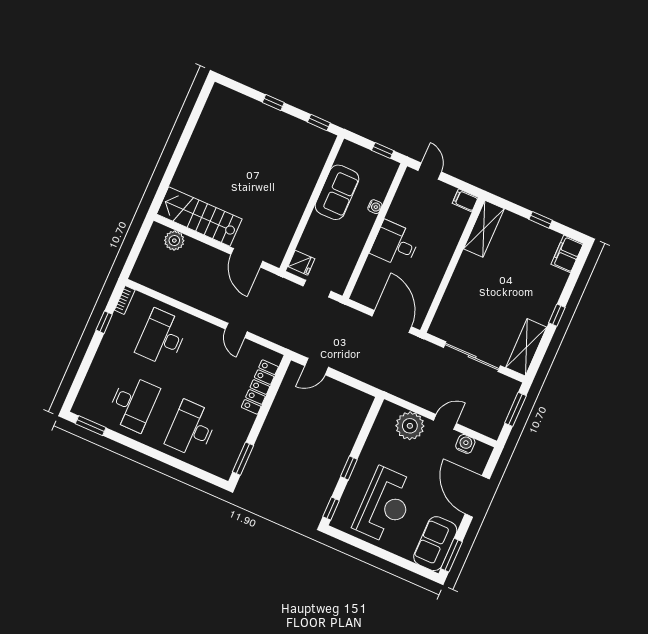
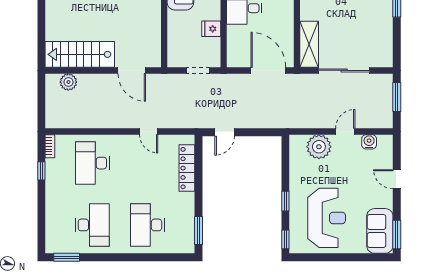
fridge: (301, 263) -> (211, 29), moved, turned 180
shelving: (526, 347) -> (309, 44), moved
door: (477, 496) -> (397, 179), width x0.53

